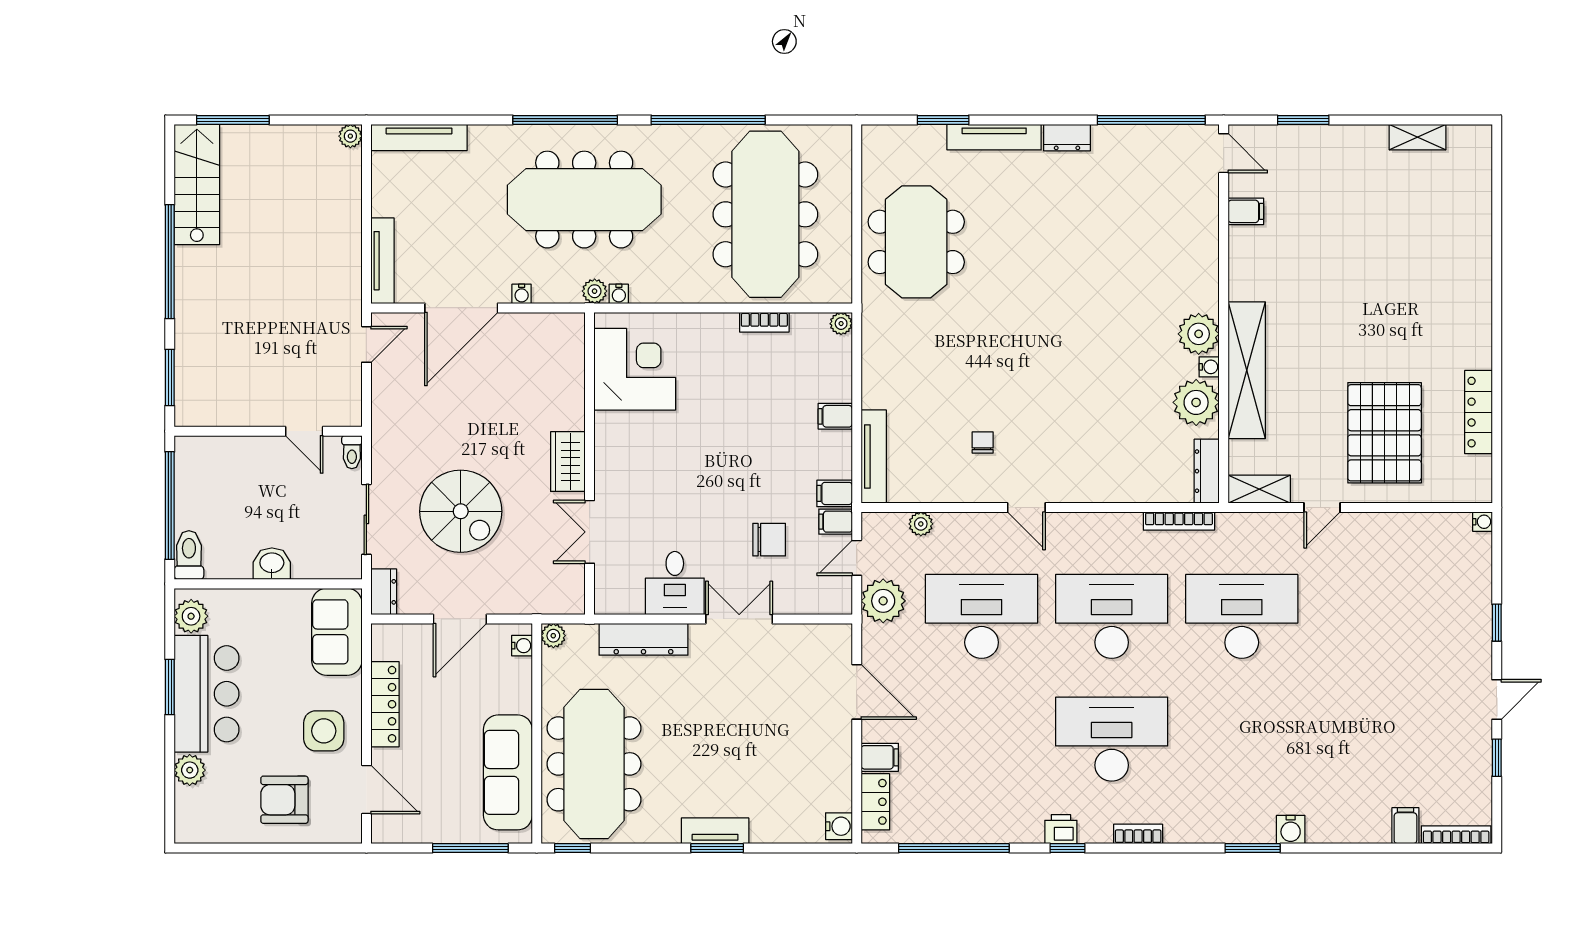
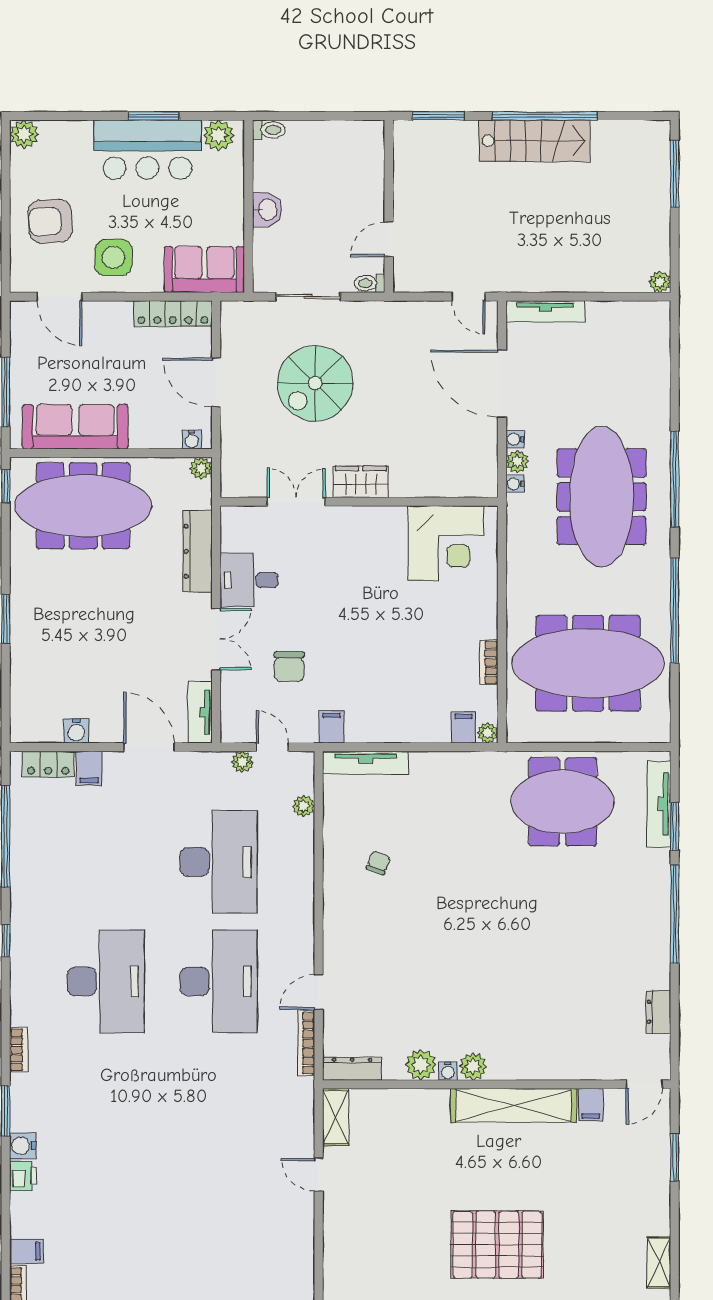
window: (1151, 120) -> (675, 914), moved
tv unit: (419, 137) -> (659, 345), removed
tv unit: (994, 137) -> (659, 804), moved
dresser: (1067, 138) -> (658, 1012), moved
stairs: (197, 185) -> (534, 141), moved
plant: (595, 291) -> (517, 462), moved
water cooler: (619, 294) -> (515, 484), moved
plant: (1199, 334) -> (473, 1066), width x0.73, depth x0.73
shelving: (1247, 370) -> (514, 1105), moved
plant: (1196, 402) -> (421, 1065), width x0.73, depth x0.73
filing cabinet: (835, 416) -> (463, 727), moved
pallet: (1385, 433) -> (497, 1245), moved
chair: (983, 443) -> (378, 863), turned -69
window: (170, 505) -> (320, 116), removed
door: (1026, 508) -> (319, 992), moved
filing cabinet: (836, 522) -> (306, 728), removed
toilet: (189, 555) -> (269, 130), width x0.73, depth x0.72
dresser: (384, 592) -> (241, 312), removed
plant: (883, 601) -> (242, 762), width x0.53, depth x0.53
desk: (1242, 616) -> (219, 1101), removed
door: (857, 692) -> (149, 747), swing flipped
locker: (385, 704) -> (173, 314), moved
plant: (190, 770) -> (24, 134), moved
door: (366, 790) -> (59, 297), hinge flipped
armchair: (284, 800) -> (50, 221), turned -93
water cooler: (839, 826) -> (76, 731), moved
printer: (1061, 829) -> (23, 1176), moved
tv unit: (715, 831) -> (200, 712), moved, turned 180
bookcase: (1138, 834) -> (19, 1050), moved

